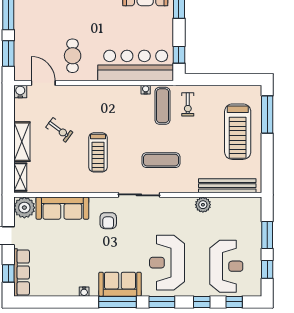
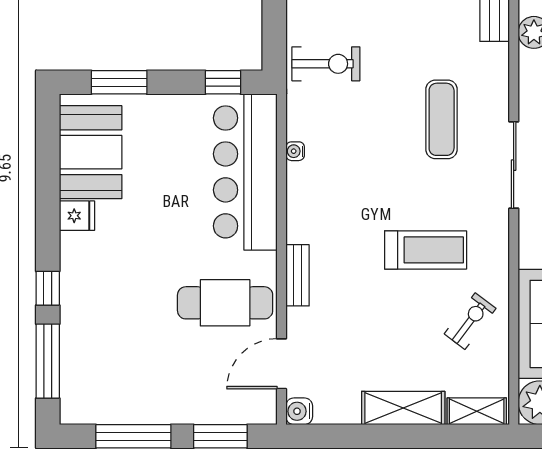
cafe table: (73, 56) -> (225, 303), width x1.37, depth x1.35
bench: (86, 91) -> (298, 275), added
exercise bike: (188, 104) -> (326, 64), width x1.38, depth x1.39
exercise mat: (163, 106) -> (329, 116), removed
exercise bike: (59, 130) -> (470, 321), moved

